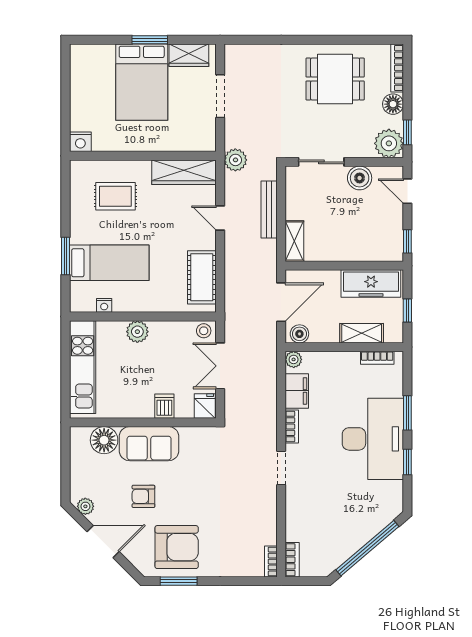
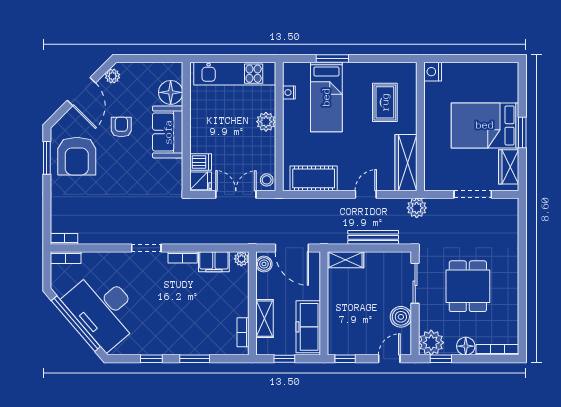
dining table: (335, 79) -> (468, 286), moved
dishwasher: (164, 406) -> (201, 162), moved
desk: (373, 439) -> (103, 309), moved, turned 49

